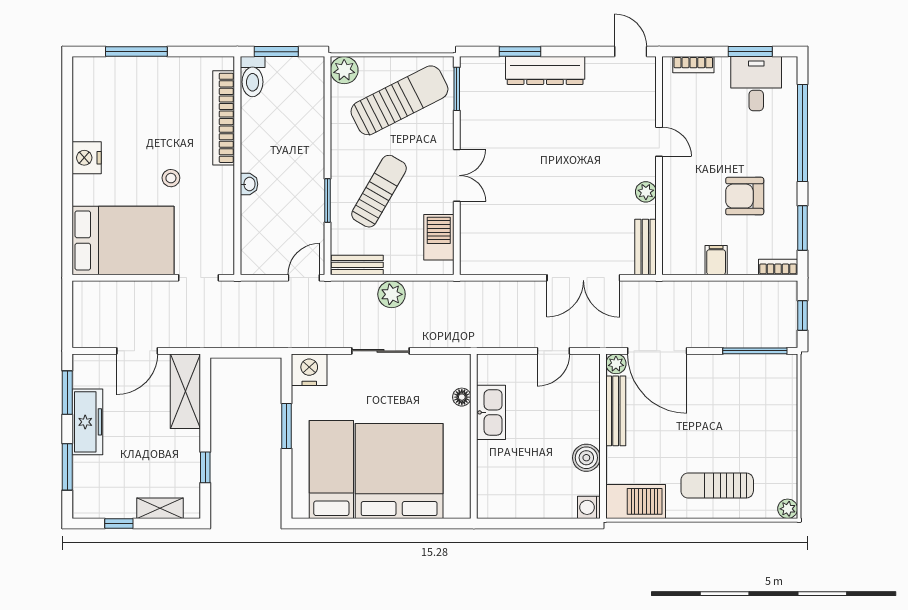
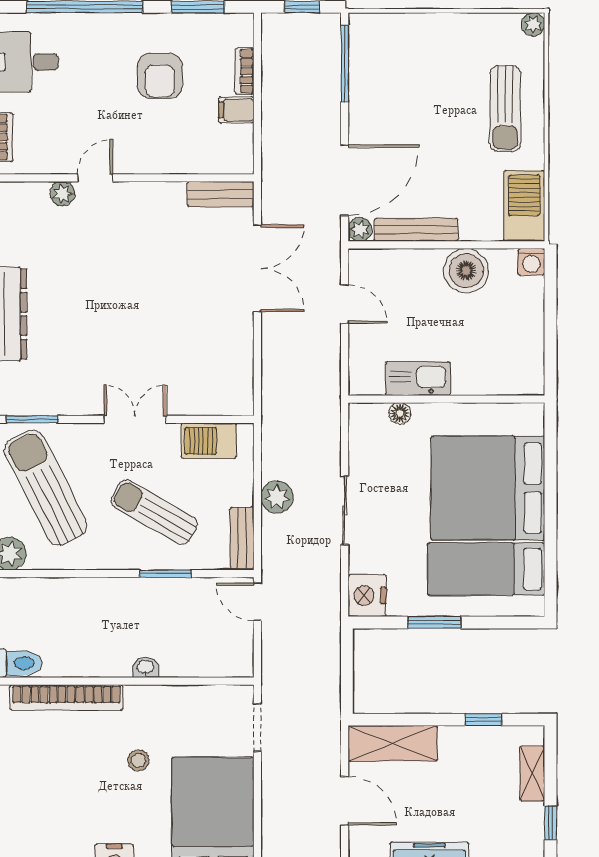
plant: (646, 192) -> (62, 194), moved
bookcase: (778, 267) -> (245, 71), moved
boiler: (586, 458) -> (466, 271), width x1.37, depth x1.37

